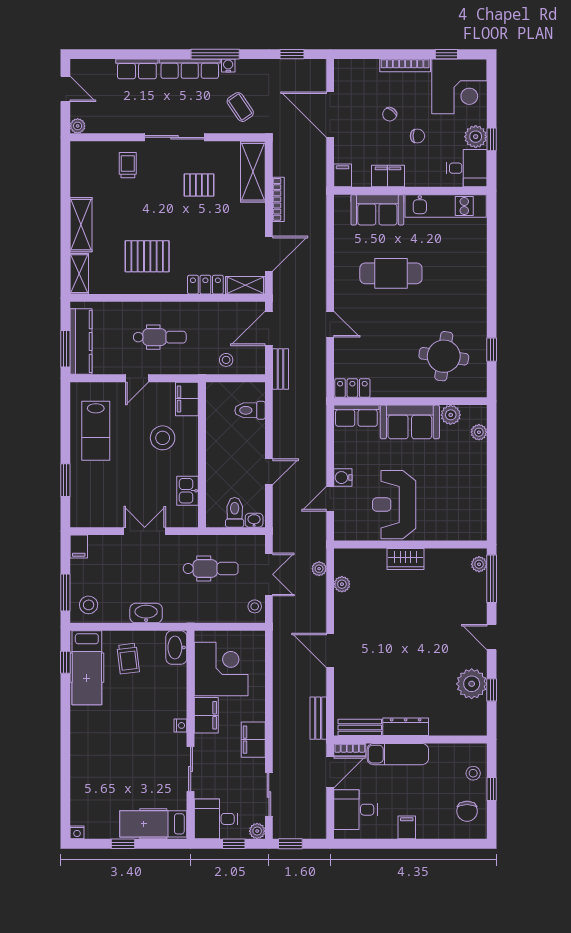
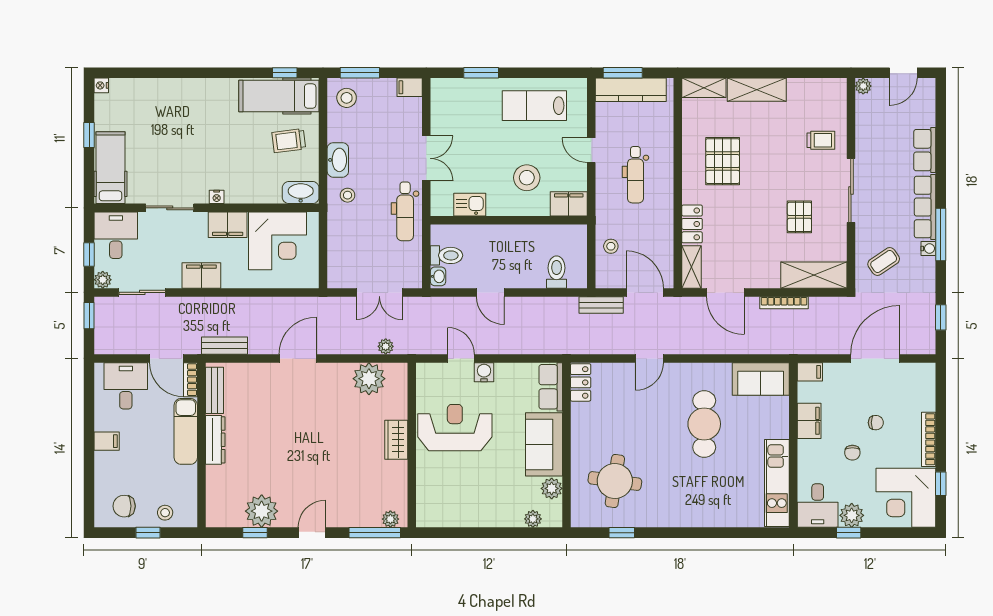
chair: (390, 114) -> (876, 423), turned 141
sofa: (377, 210) -> (761, 379), moved, turned -90
dental chair: (211, 569) -> (405, 211), moved
plant: (342, 584) -> (369, 379), width x1.87, depth x1.87
stool: (255, 606) -> (348, 195), moved

